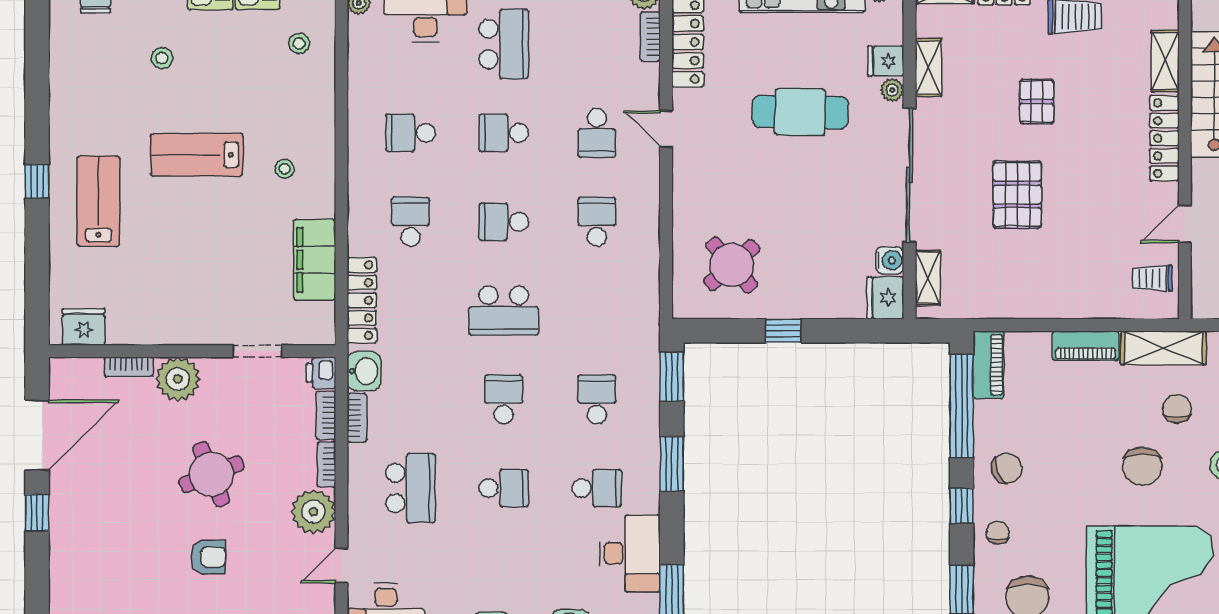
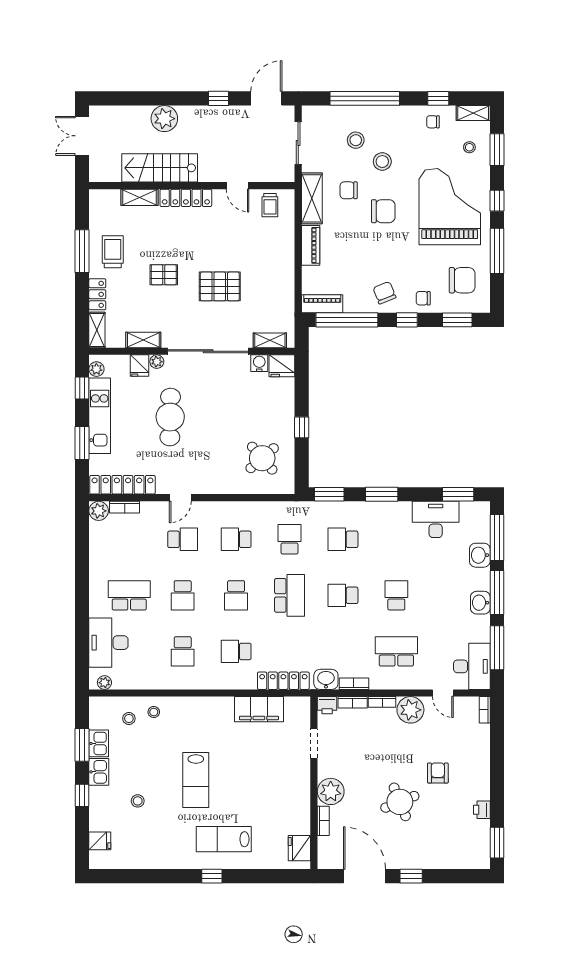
stool: (285, 169) -> (154, 712), moved
round table: (211, 474) -> (400, 802), moved
school desk: (597, 488) -> (290, 539), moved

